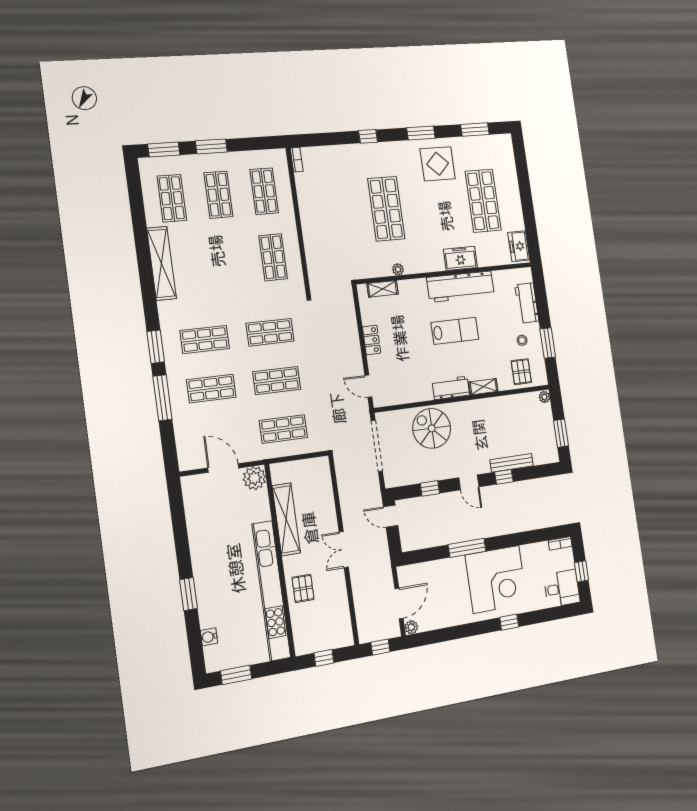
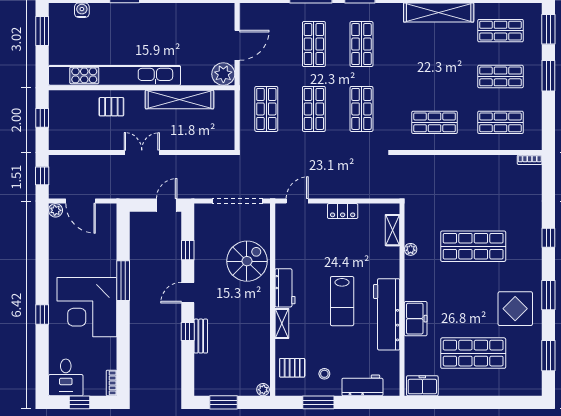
bench: (512, 463) -> (201, 336), width x0.73

